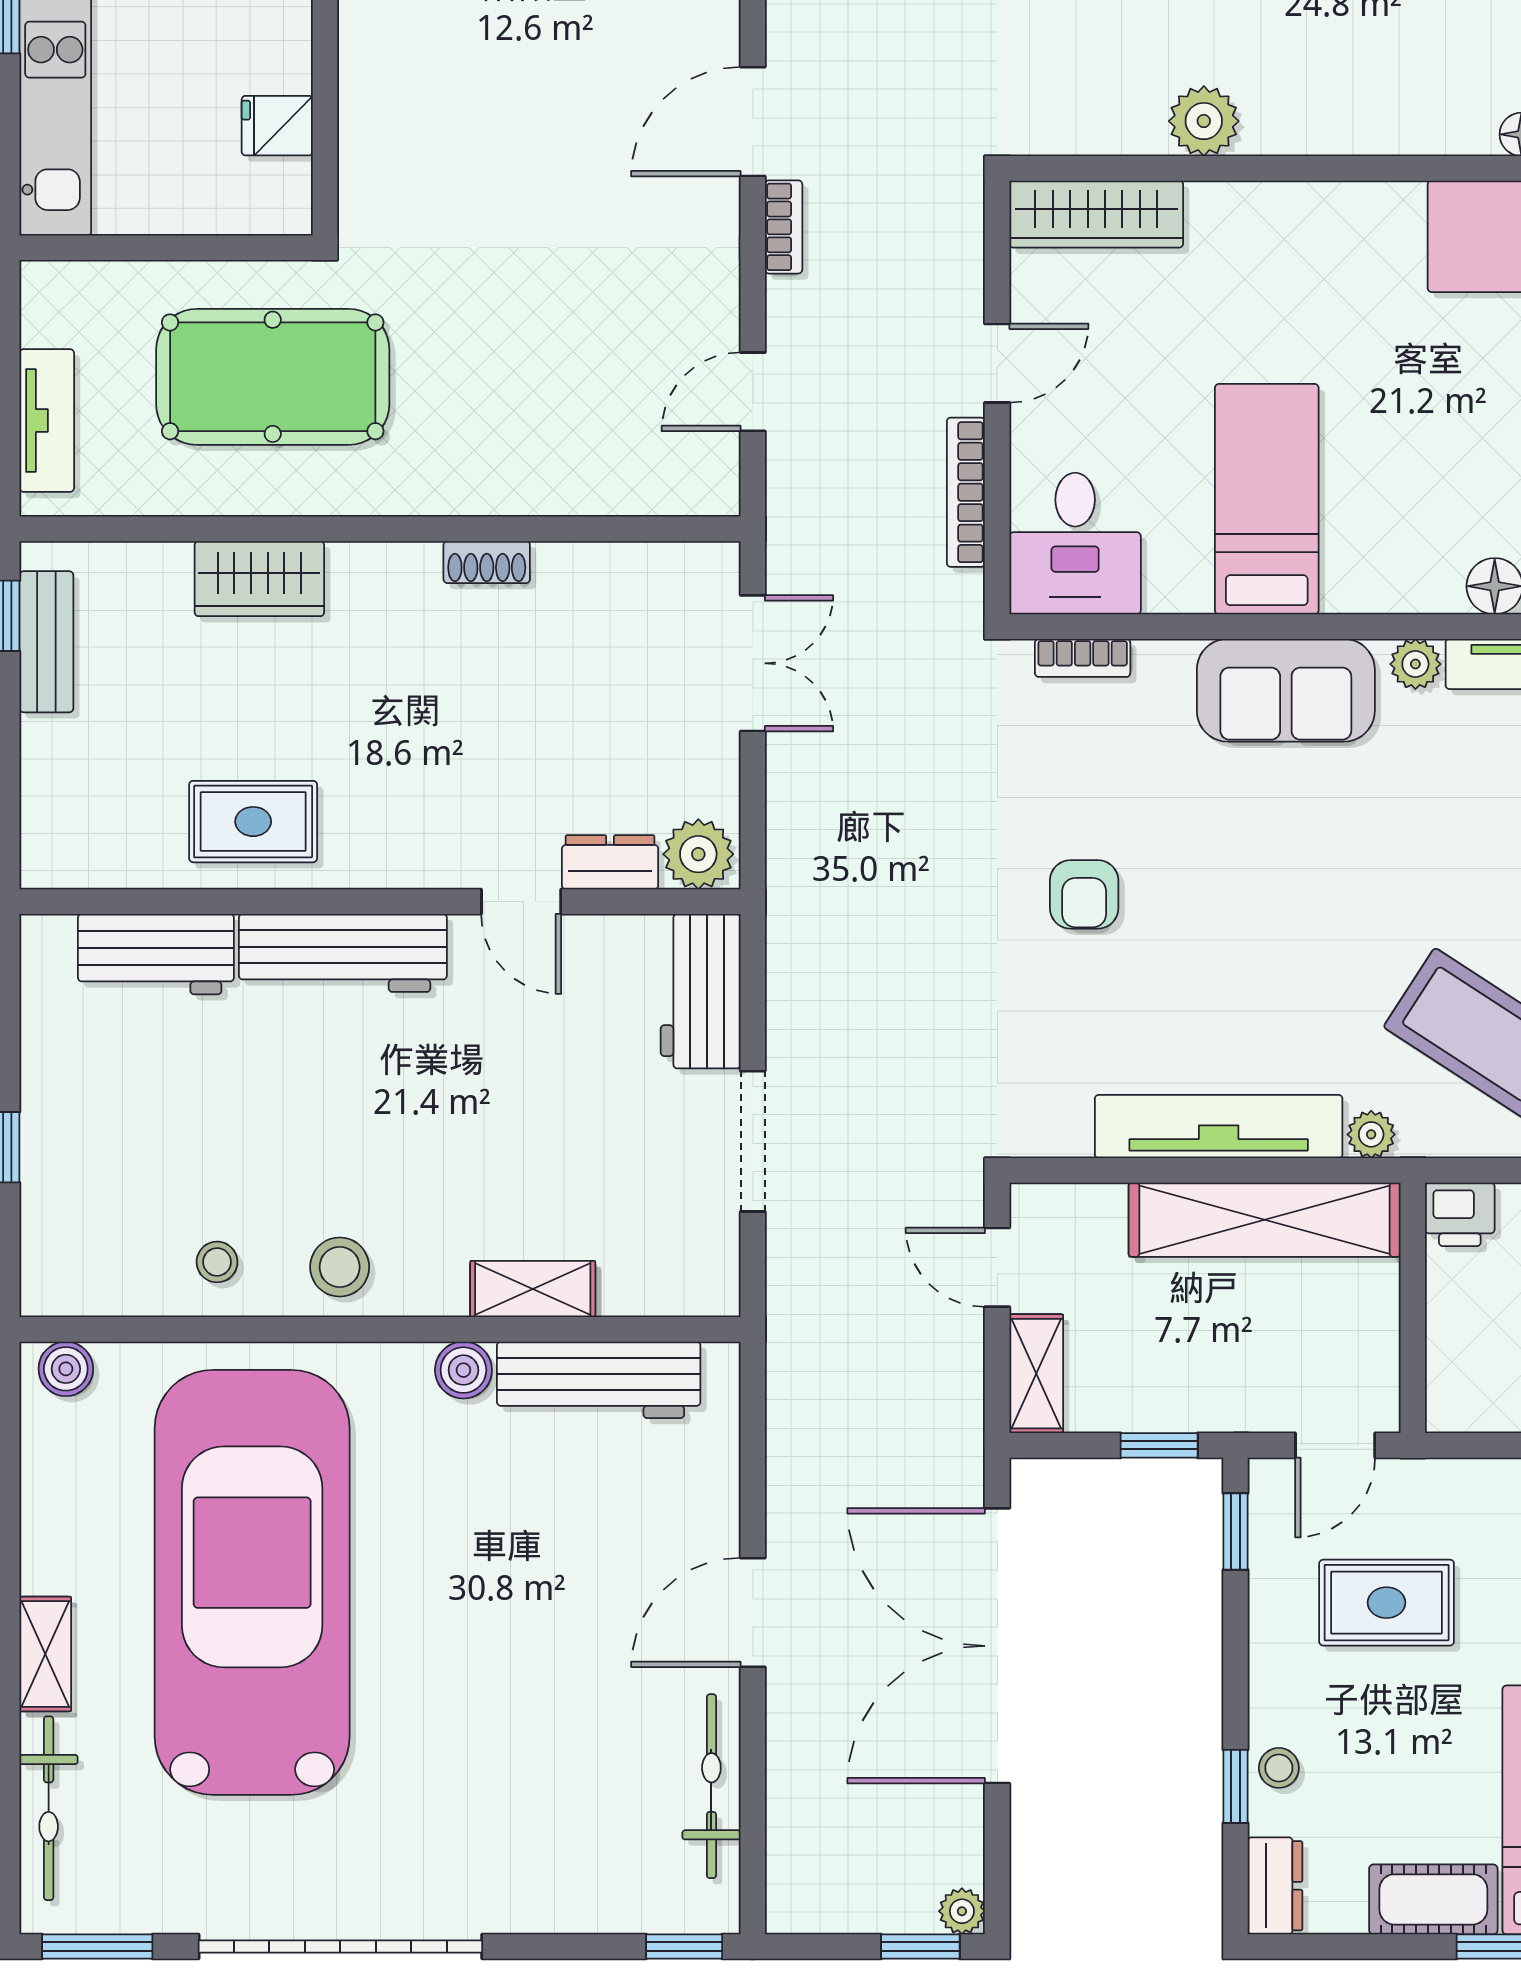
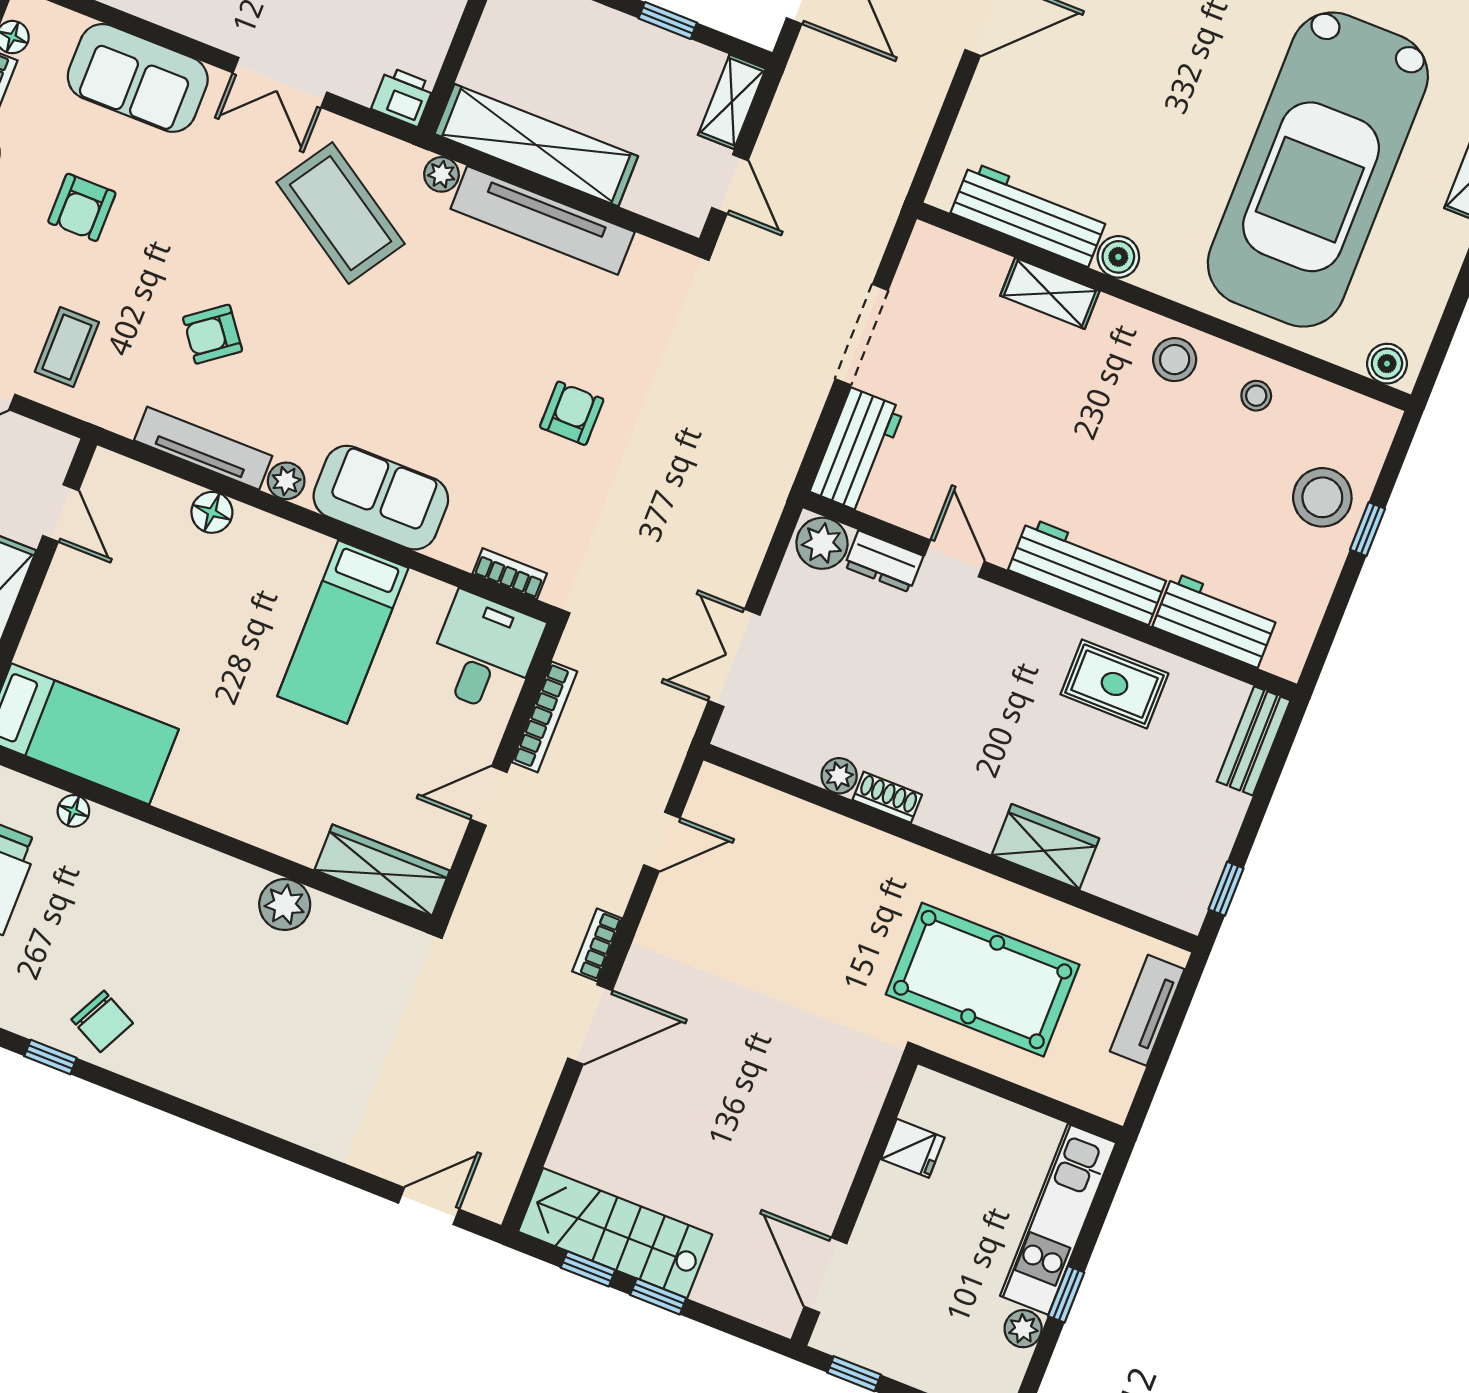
plant: (559, 565) -> (839, 776), added
bench: (46, 642) -> (1254, 741), moved
stool: (81, 1165) -> (1322, 497), added

